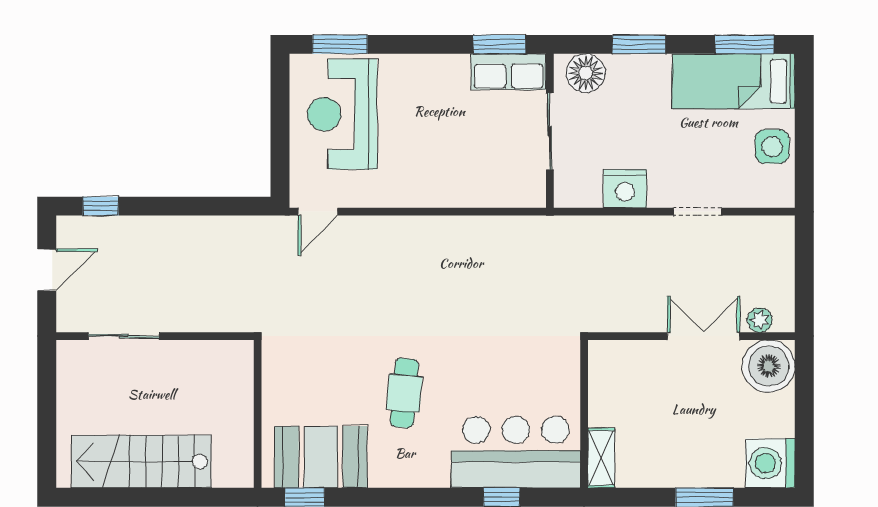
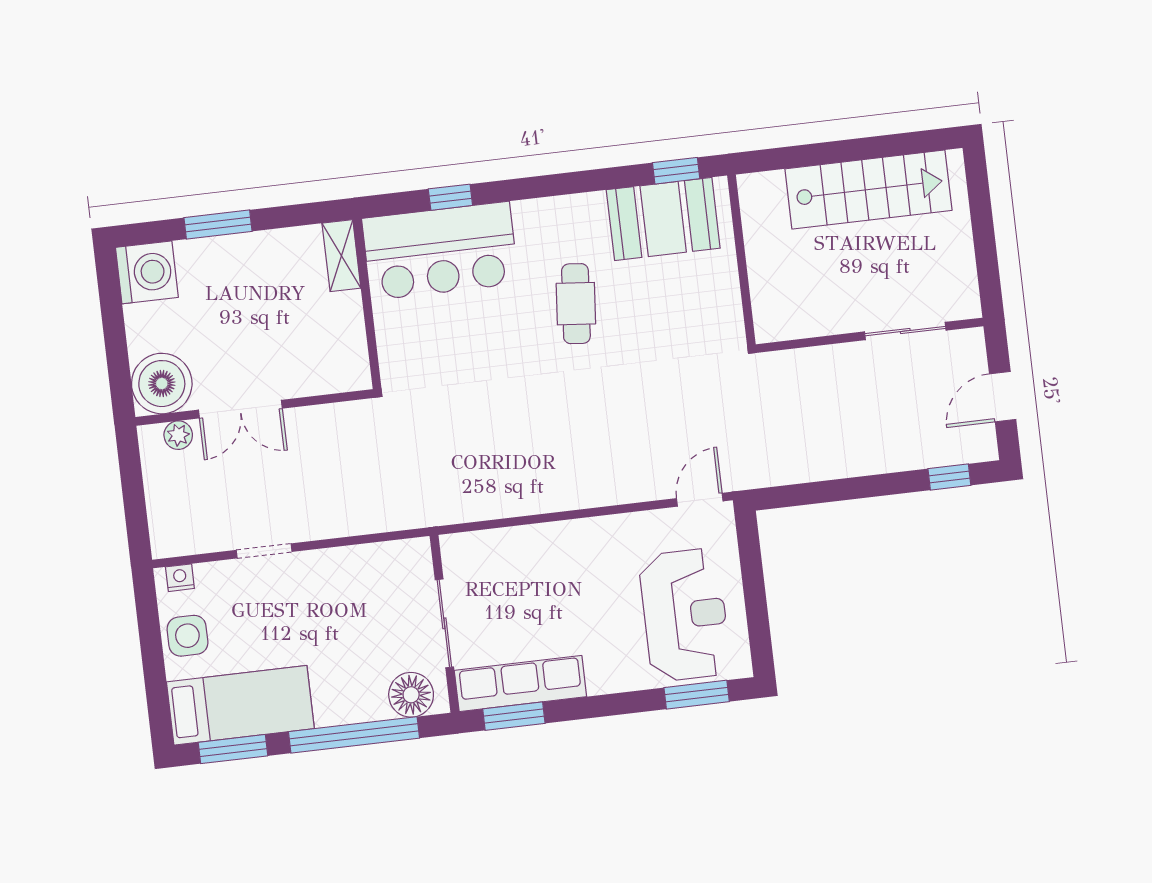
window: (639, 44) -> (354, 735), width x2.11
row of seats: (509, 72) -> (520, 684), width x1.48
nightstand: (625, 189) -> (180, 578), moved, width x0.53, depth x0.56

